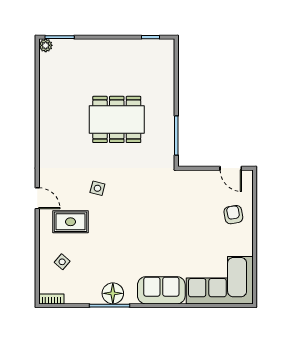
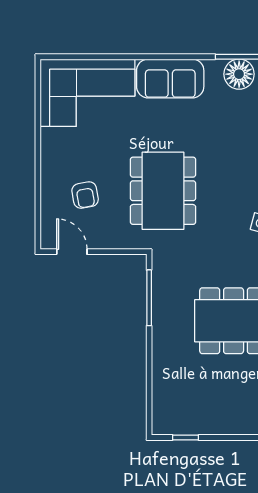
dining table: (166, 211) -> (163, 191), added
armchair: (233, 215) -> (85, 195), moved

